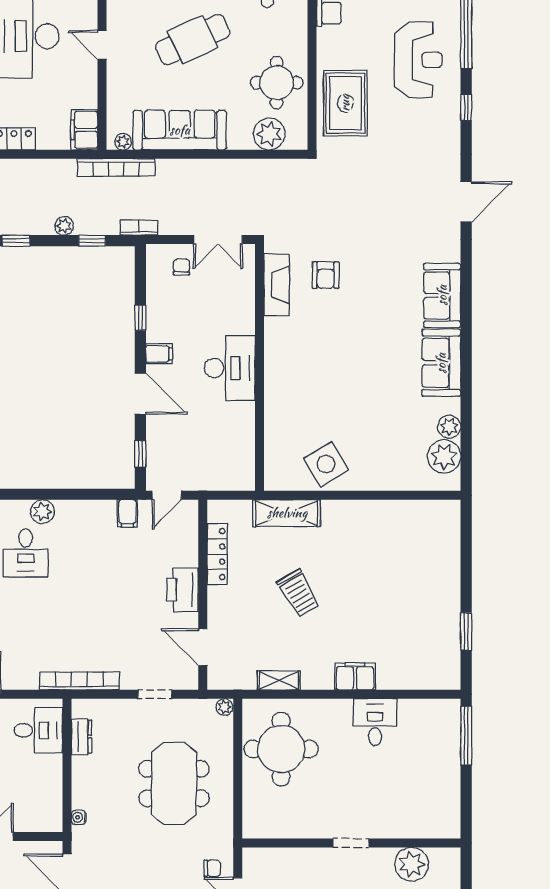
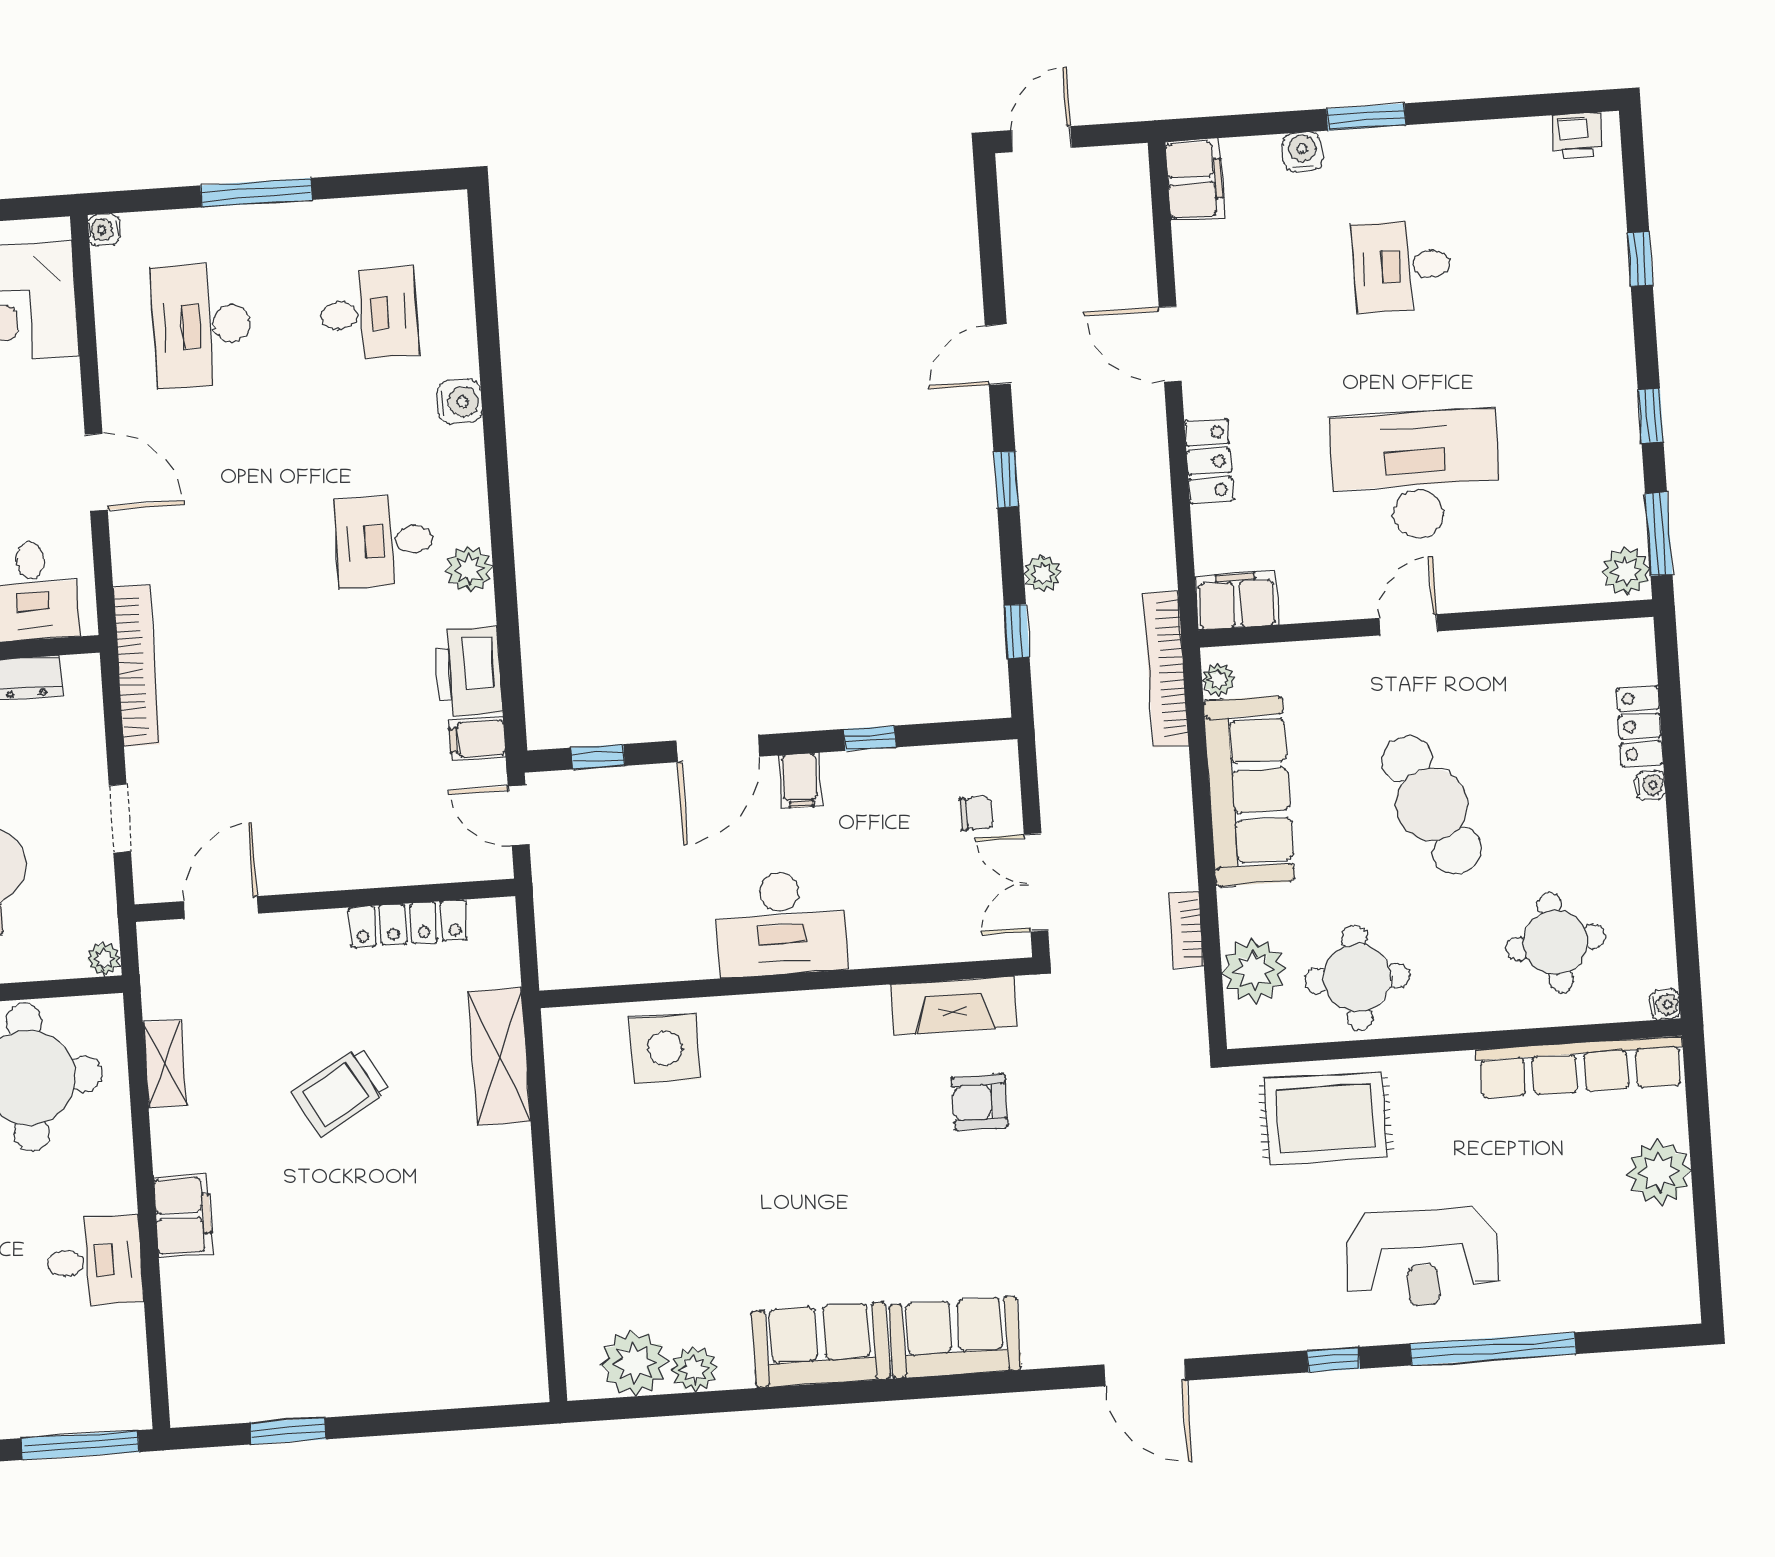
bookcase: (139, 228) -> (1186, 929), moved, turned 180
side table: (326, 464) -> (665, 1049), moved, turned 31
printer: (183, 590) -> (469, 672), moved, turned -90

